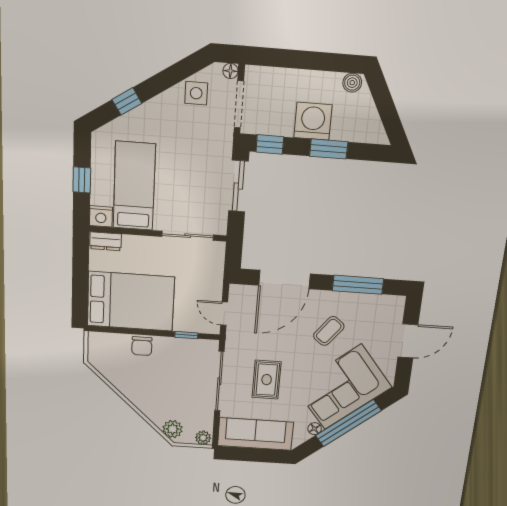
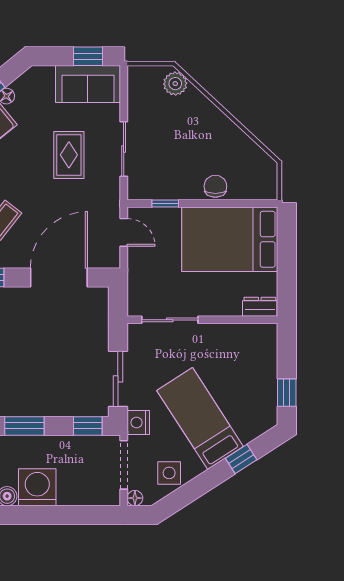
washing machine: (313, 121) -> (37, 487), moved, turned 180
window: (82, 180) -> (287, 393), moved
bed: (134, 186) -> (200, 418), moved, turned 147
nightstand: (101, 216) -> (138, 423), moved, turned -90
sliding door: (219, 381) -> (124, 149), width x0.73
sofa: (255, 434) -> (88, 84), width x0.73
plant: (203, 438) -> (138, 75), removed
window: (244, 454) -> (88, 56), added

